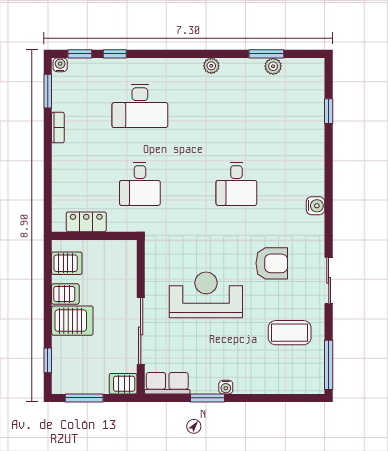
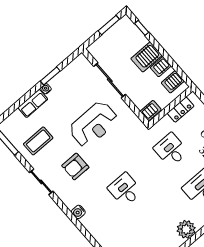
plant: (211, 66) -> (186, 229), width x1.88, depth x1.88
row of seats: (167, 383) -> (33, 103), moved
server rack: (123, 384) -> (151, 110), moved

